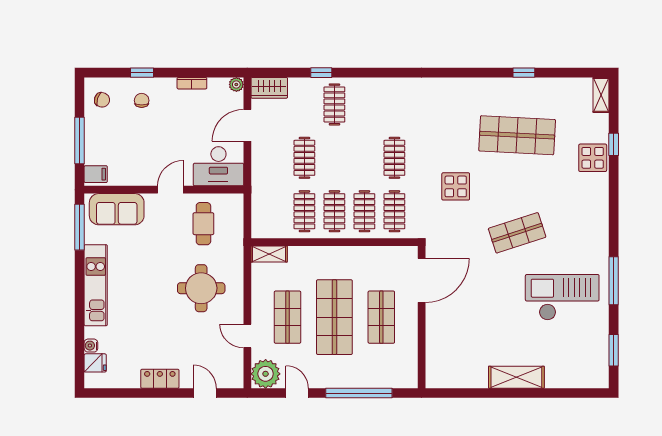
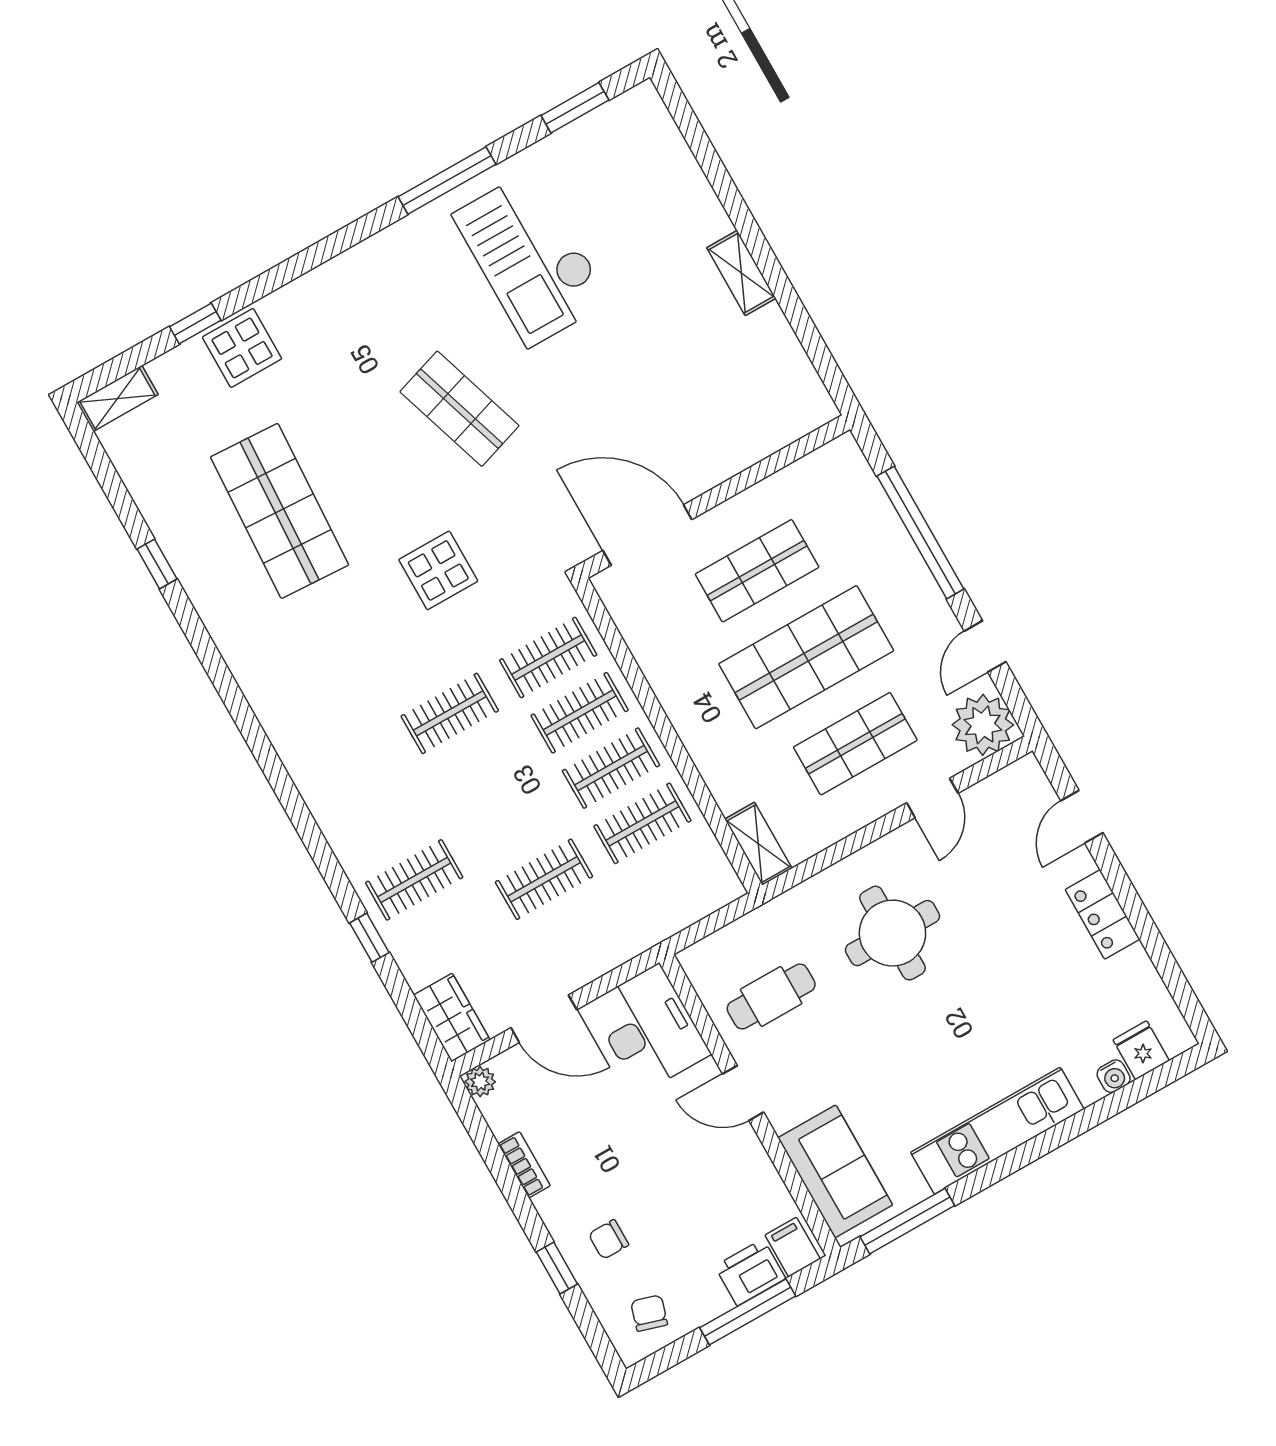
printer: (95, 151) -> (750, 1272), added
shelving: (516, 377) -> (741, 273), width x0.67, depth x0.75

